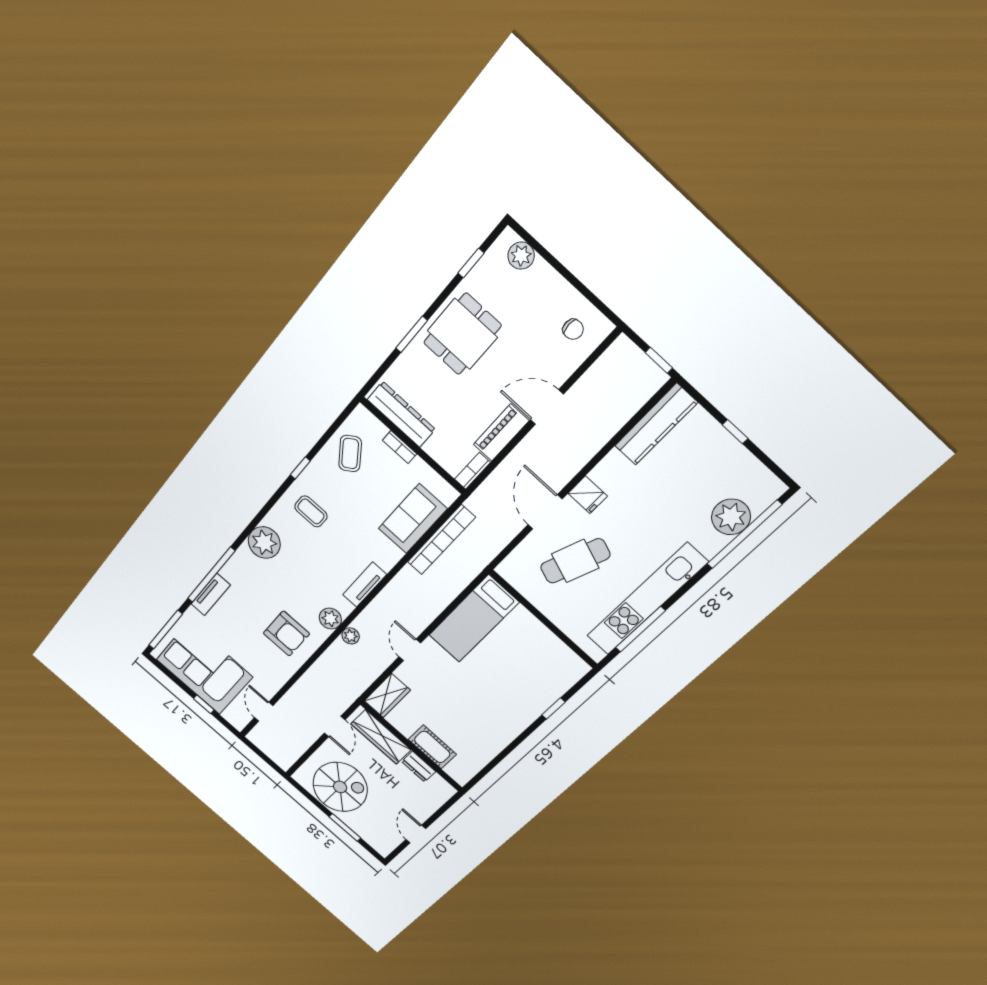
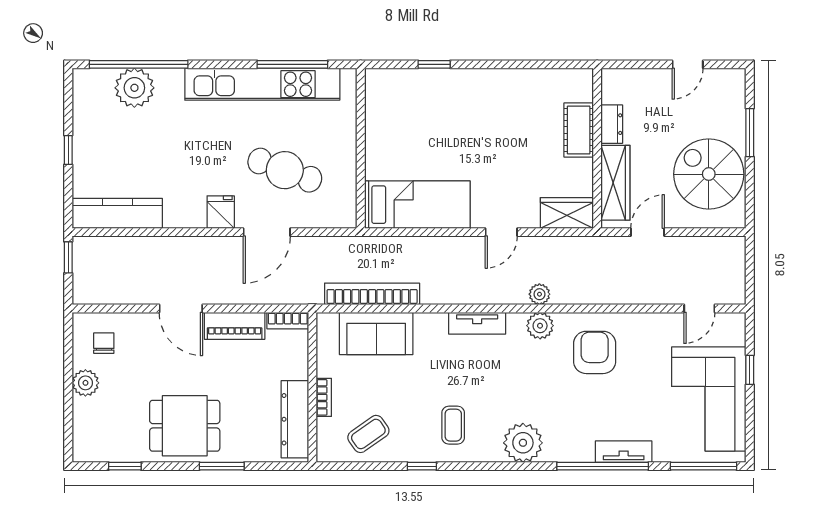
plant: (521, 256) -> (85, 383), moved

